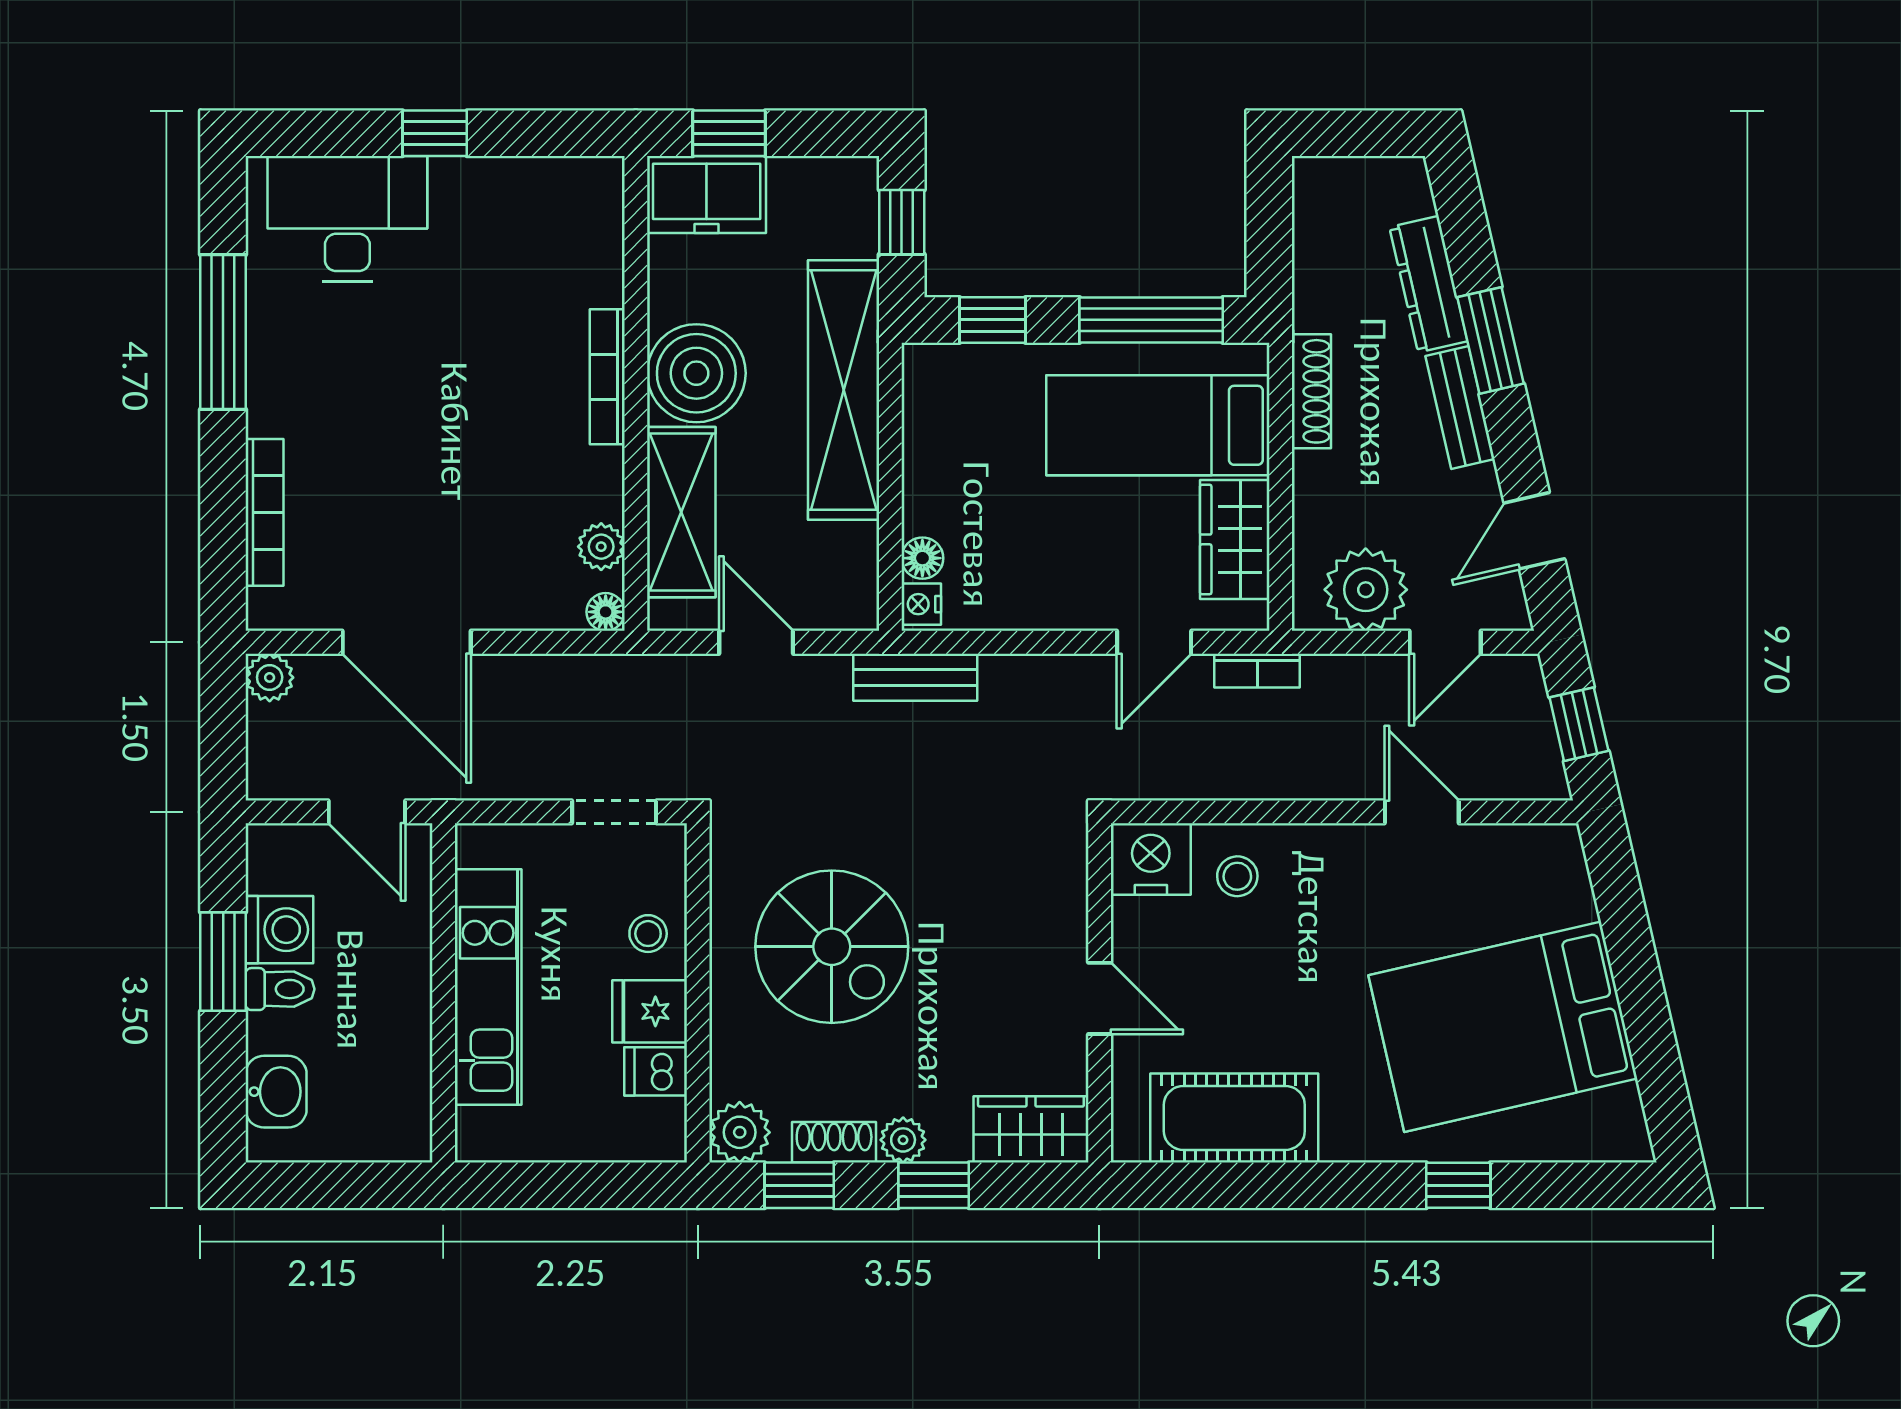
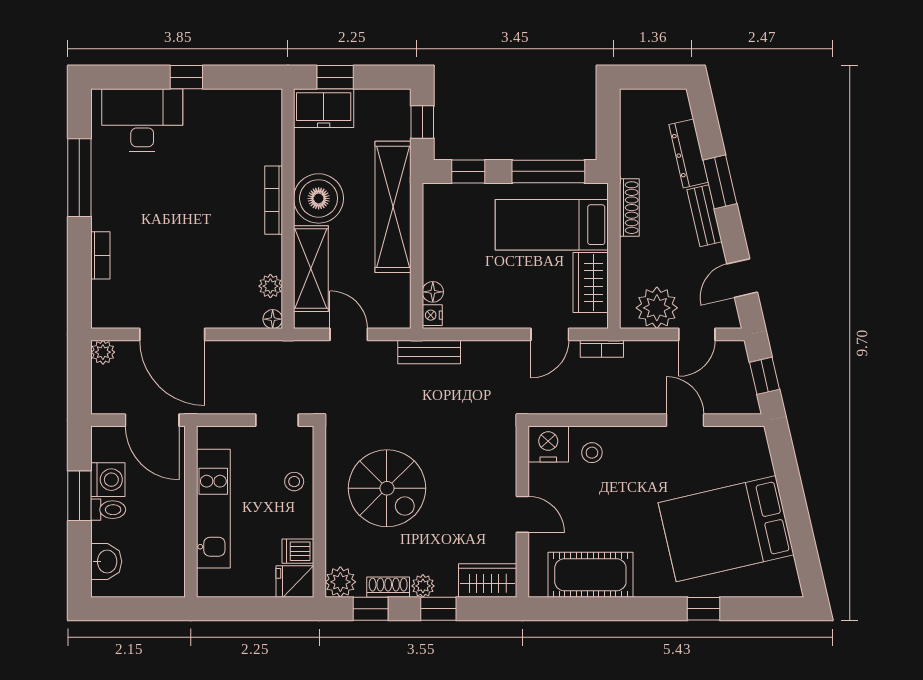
bookcase: (264, 512) -> (100, 255), width x0.64
door: (367, 812) -> (152, 420), width x1.38
fridge: (650, 1011) -> (295, 582), moved

